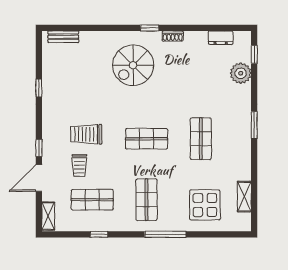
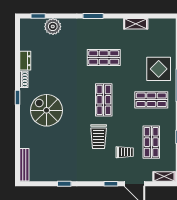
bench: (63, 37) -> (24, 165), width x1.36
dresser: (221, 38) -> (25, 61), moved
spiral stairs: (133, 65) -> (47, 110), turned 180
trolley: (86, 134) -> (99, 137), moved
shelving: (244, 197) -> (136, 24), moved
display table: (205, 205) -> (159, 69), moved

